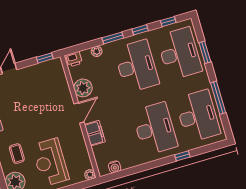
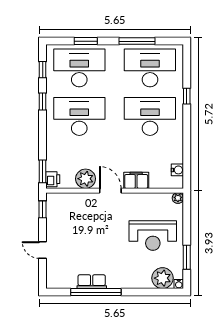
window: (113, 38) -> (43, 171), moved
plant: (97, 51) -> (52, 153), removed
coffee table: (17, 154) -> (134, 268), removed

